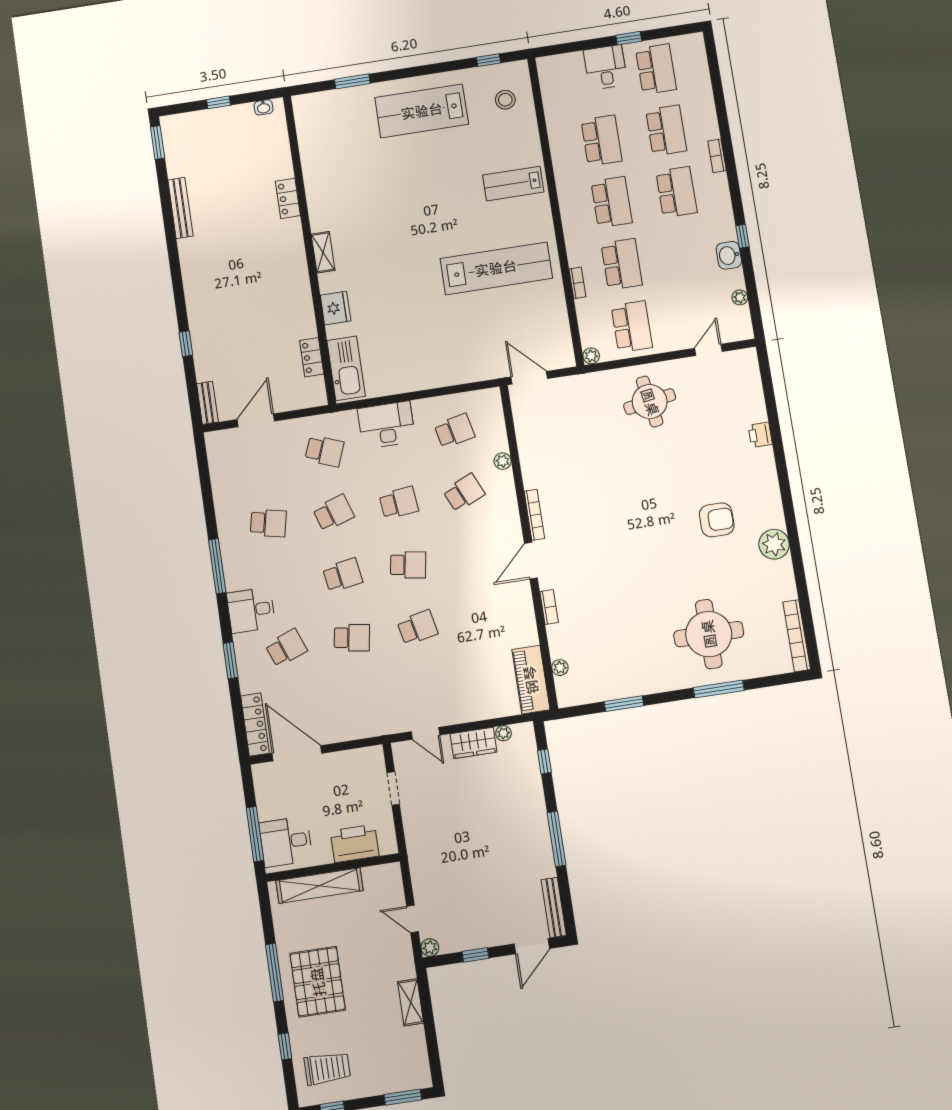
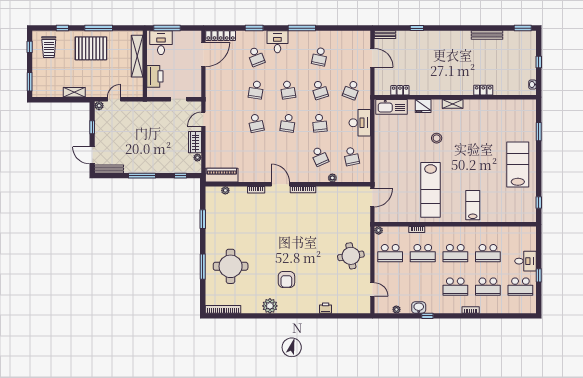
stool: (505, 100) -> (437, 138), moved

